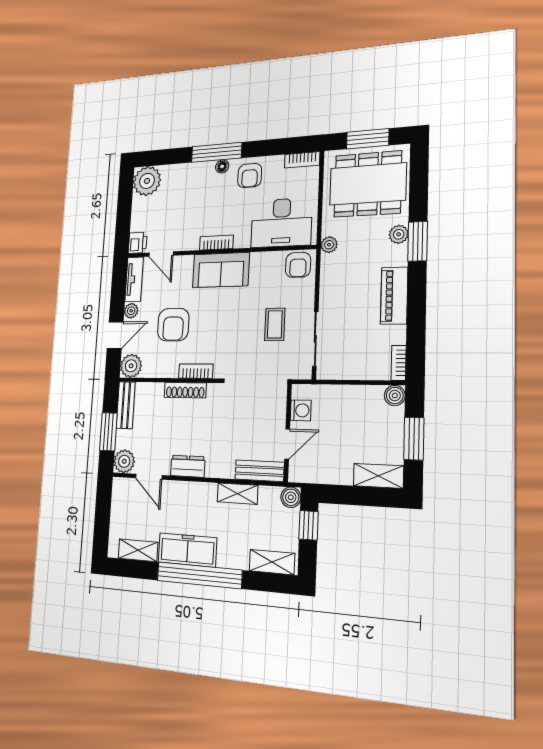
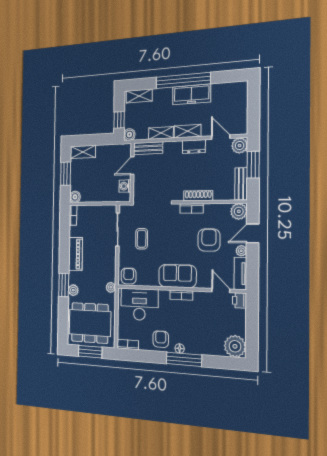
shelving: (138, 550) -> (187, 131), moved

